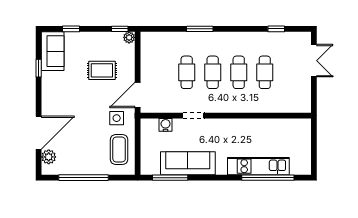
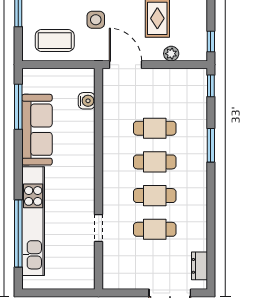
window: (276, 29) -> (211, 86), moved
plant: (129, 37) -> (171, 54), moved
dresser: (293, 38) -> (200, 266), added
doorway: (193, 116) -> (99, 228), moved
side table: (117, 118) -> (96, 20), moved
kitchen unit: (258, 166) -> (33, 221), width x1.36

